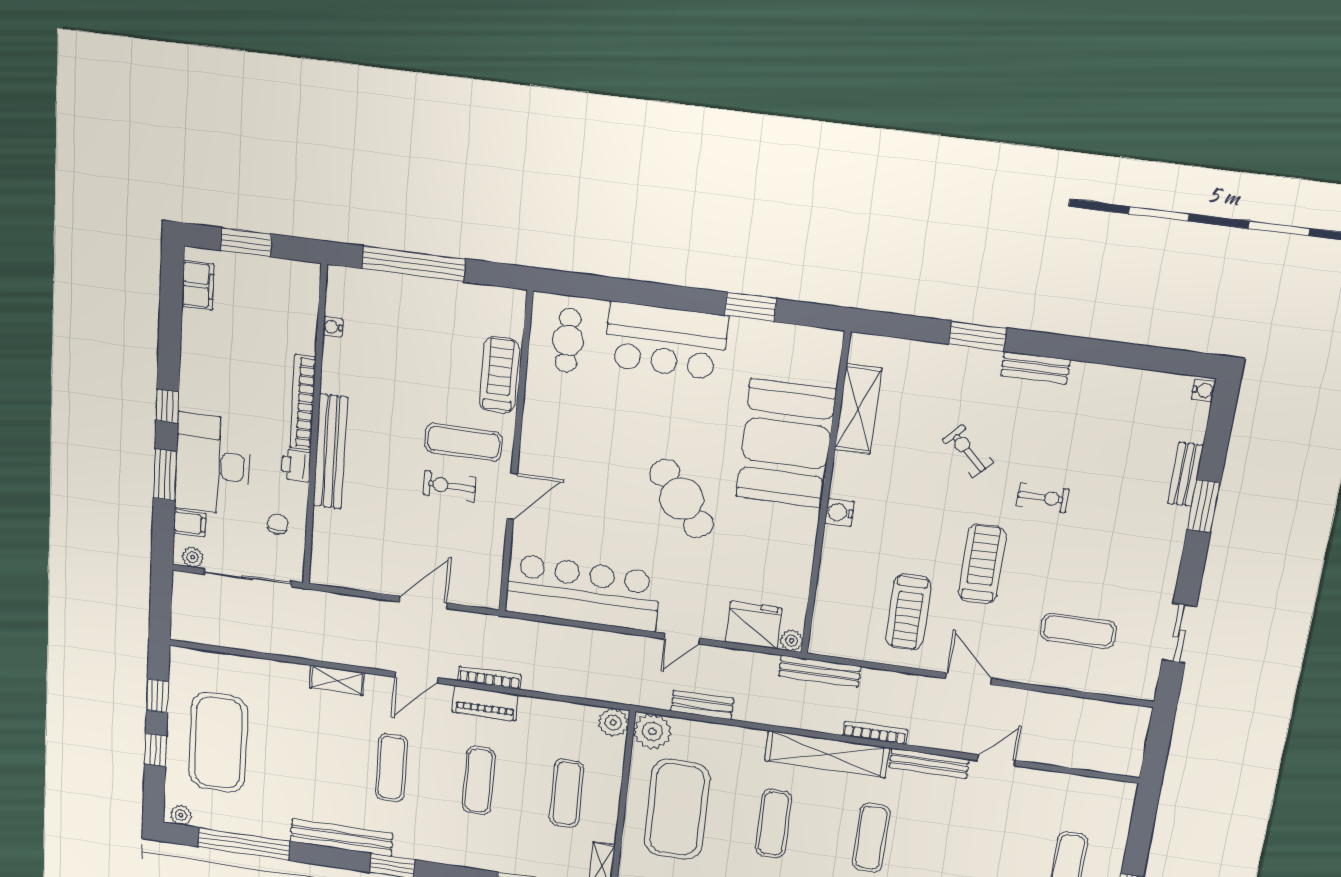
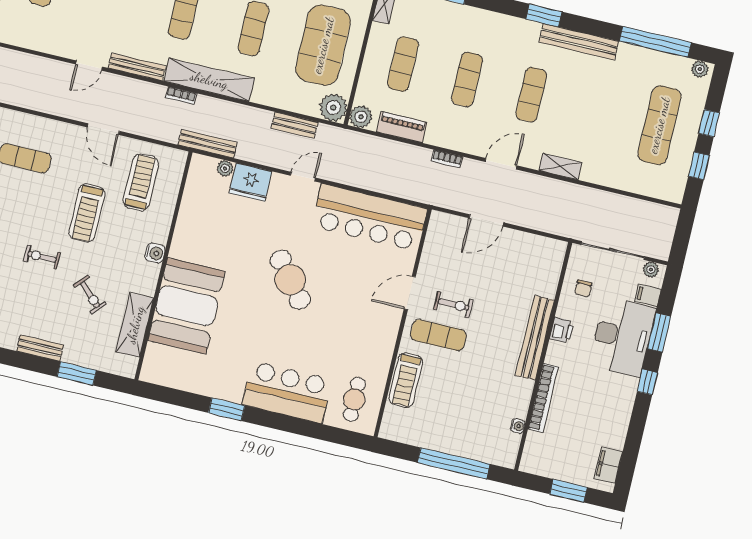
bookcase: (303, 402) -> (543, 398), moved
shelving: (858, 409) -> (135, 325), moved
booth: (786, 443) -> (187, 306), moved
wall: (825, 496) -> (163, 266), moved
water cooler: (839, 512) -> (155, 253), moved
bookcase: (489, 678) -> (447, 159), width x0.64
piano: (485, 703) -> (402, 127), moved
bookcase: (875, 733) -> (181, 95), width x0.64
exercise mat: (218, 742) -> (659, 125), width x0.68

